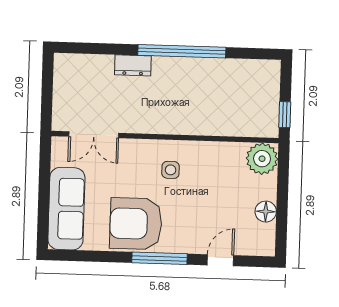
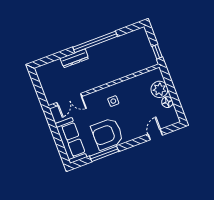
dresser: (133, 65) -> (74, 58), width x1.44
plant: (262, 159) -> (159, 89), moved
window: (160, 258) -> (104, 154), moved

